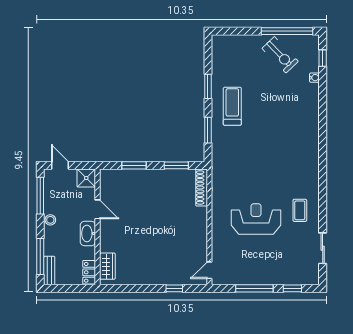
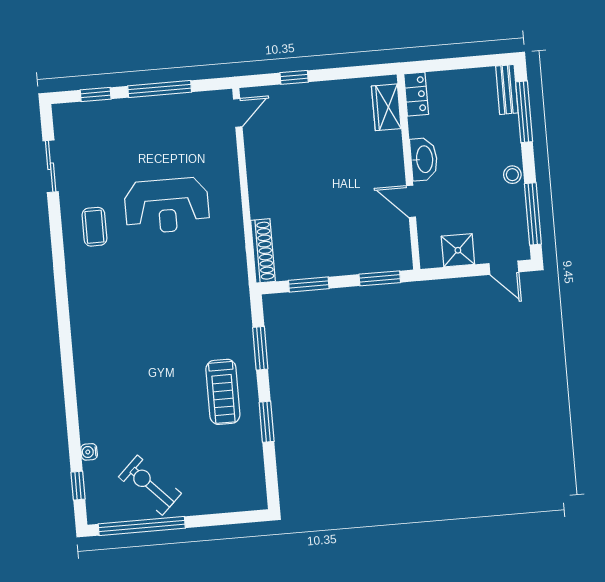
door: (98, 209) -> (411, 201), moved
wall: (98, 227) -> (408, 172), moved
washbasin: (88, 233) -> (424, 159), moved
wardrobe: (107, 266) -> (386, 107), moved
locker: (89, 272) -> (416, 94), moved

